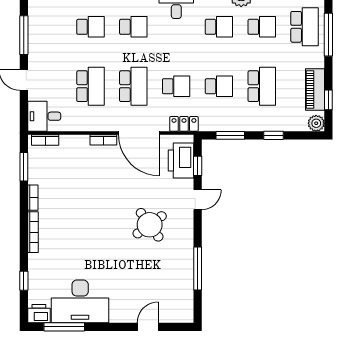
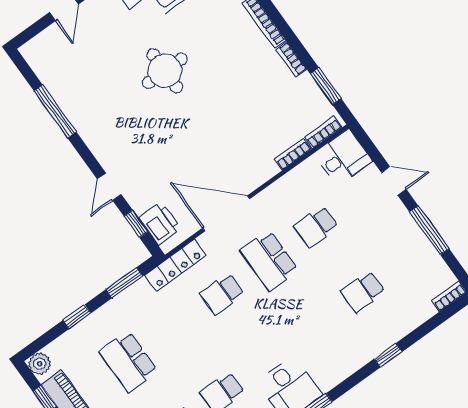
school desk: (133, 27) -> (316, 325), removed
school desk: (90, 86) -> (316, 227), width x0.54
school desk: (219, 86) -> (175, 328), removed
locker: (184, 124) -> (175, 265), width x1.53
bookcase: (103, 140) -> (293, 154), moved
printer: (181, 160) -> (160, 223), width x0.73, depth x0.84
round table: (150, 225) -> (165, 71), moved, turned 36

